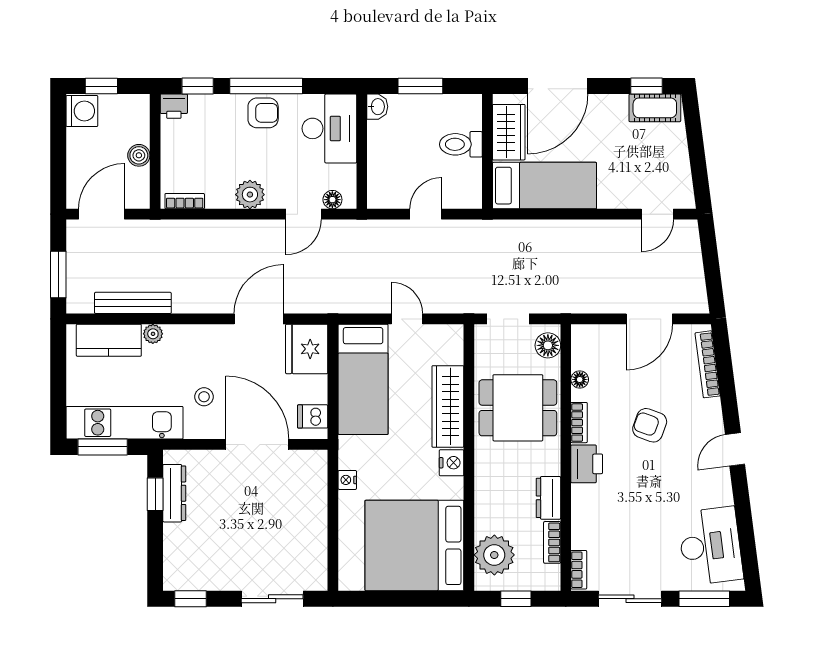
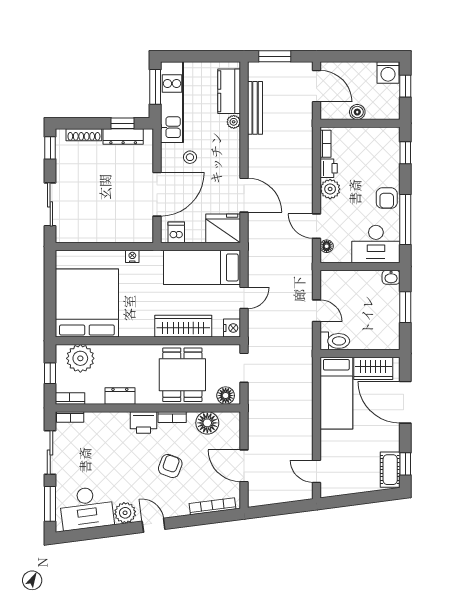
window: (266, 86) -> (405, 219), moved
printer: (174, 106) -> (329, 168), moved, turned 180
toilet: (461, 144) -> (335, 341), moved, turned 90
floor lamp: (580, 379) -> (207, 423), width x1.89, depth x1.89
nightstand: (452, 463) -> (232, 328), moved, turned -90
plant: (717, 490) -> (125, 513), added
bookcase: (552, 542) -> (70, 398), moved
shoe rack: (172, 550) -> (84, 135), added

